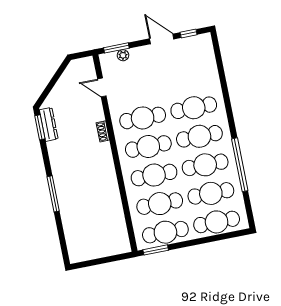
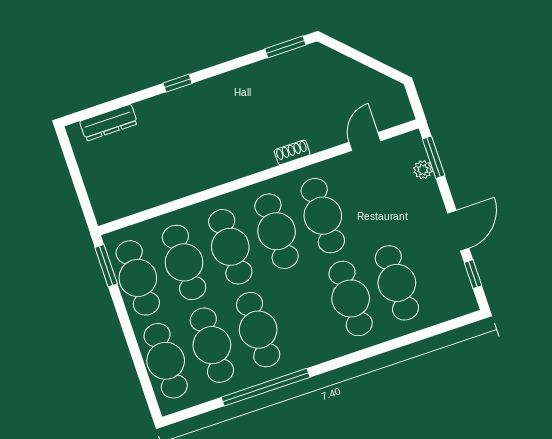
dresser: (49, 124) -> (109, 123), moved
cafe table: (199, 136) -> (397, 283), moved
window: (53, 194) -> (177, 83), width x0.46

